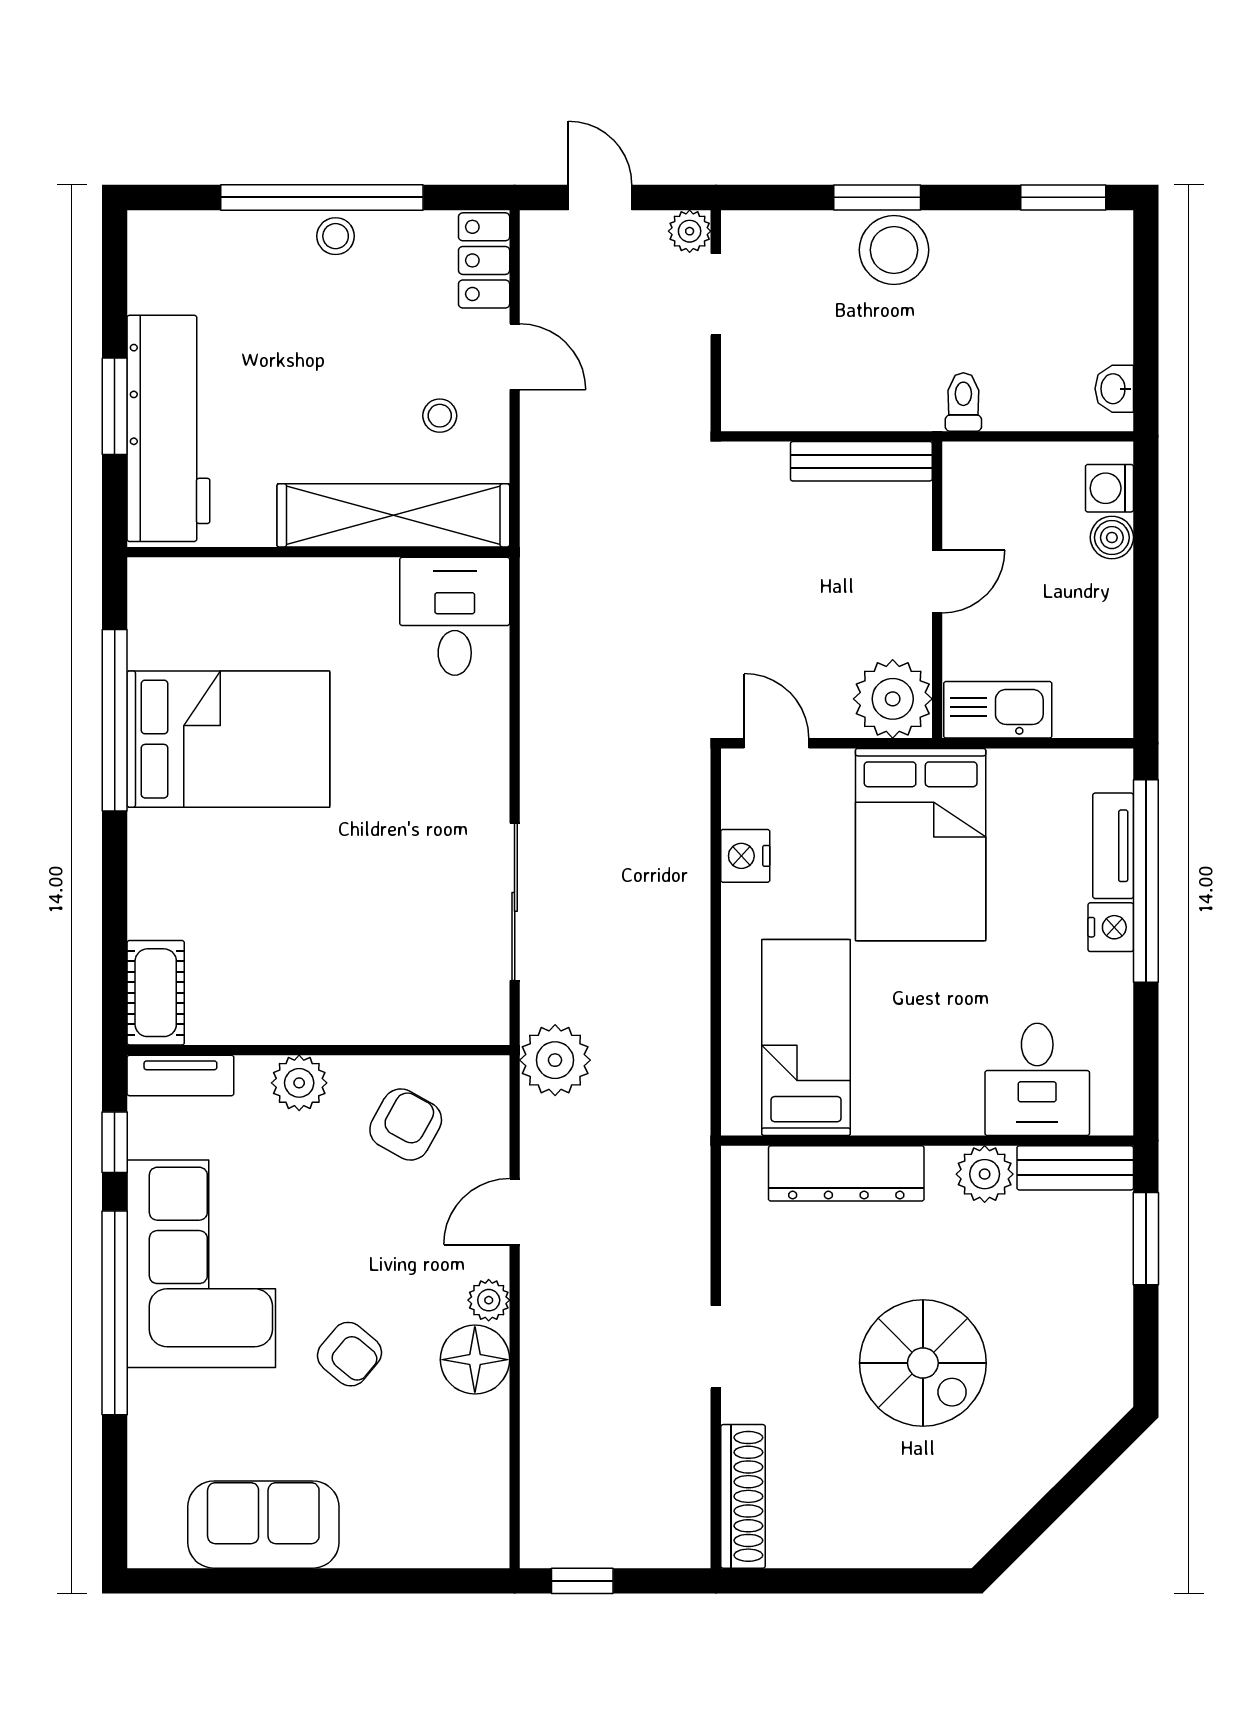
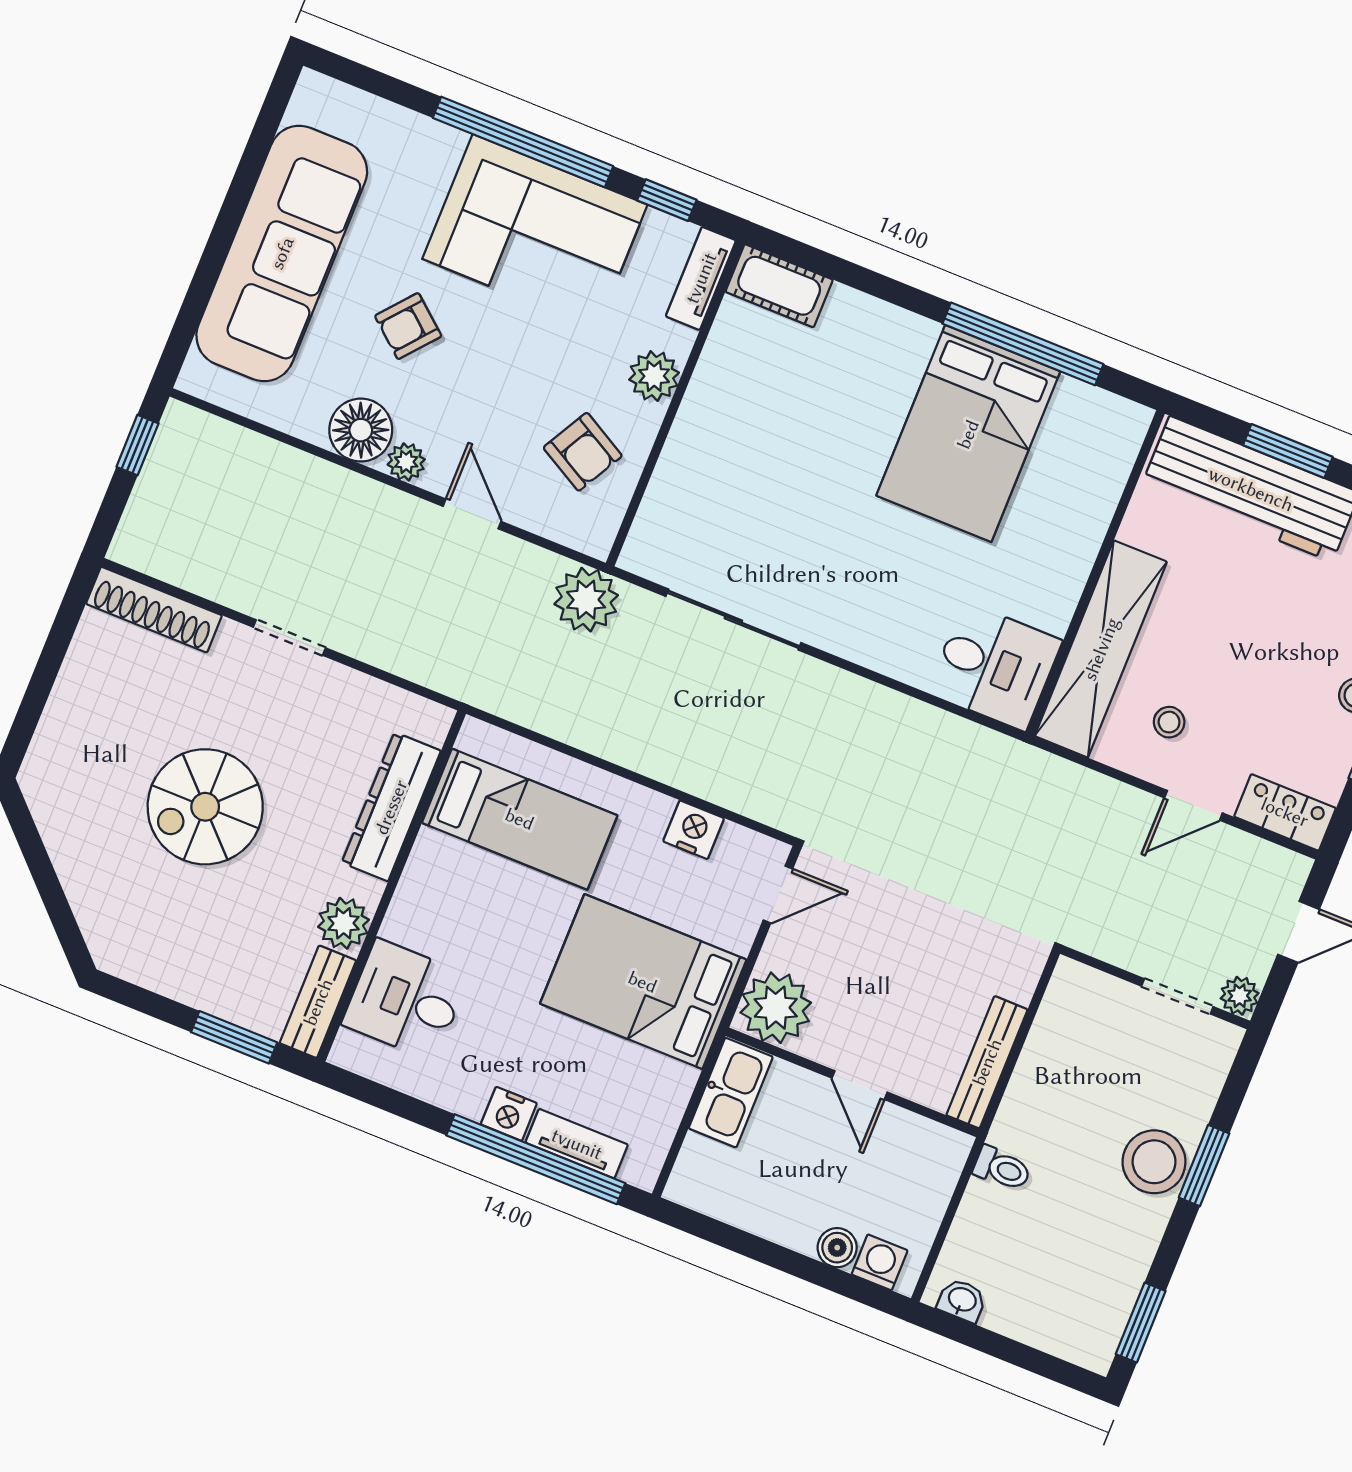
sofa: (263, 1525) -> (282, 253), width x1.85, depth x1.27

